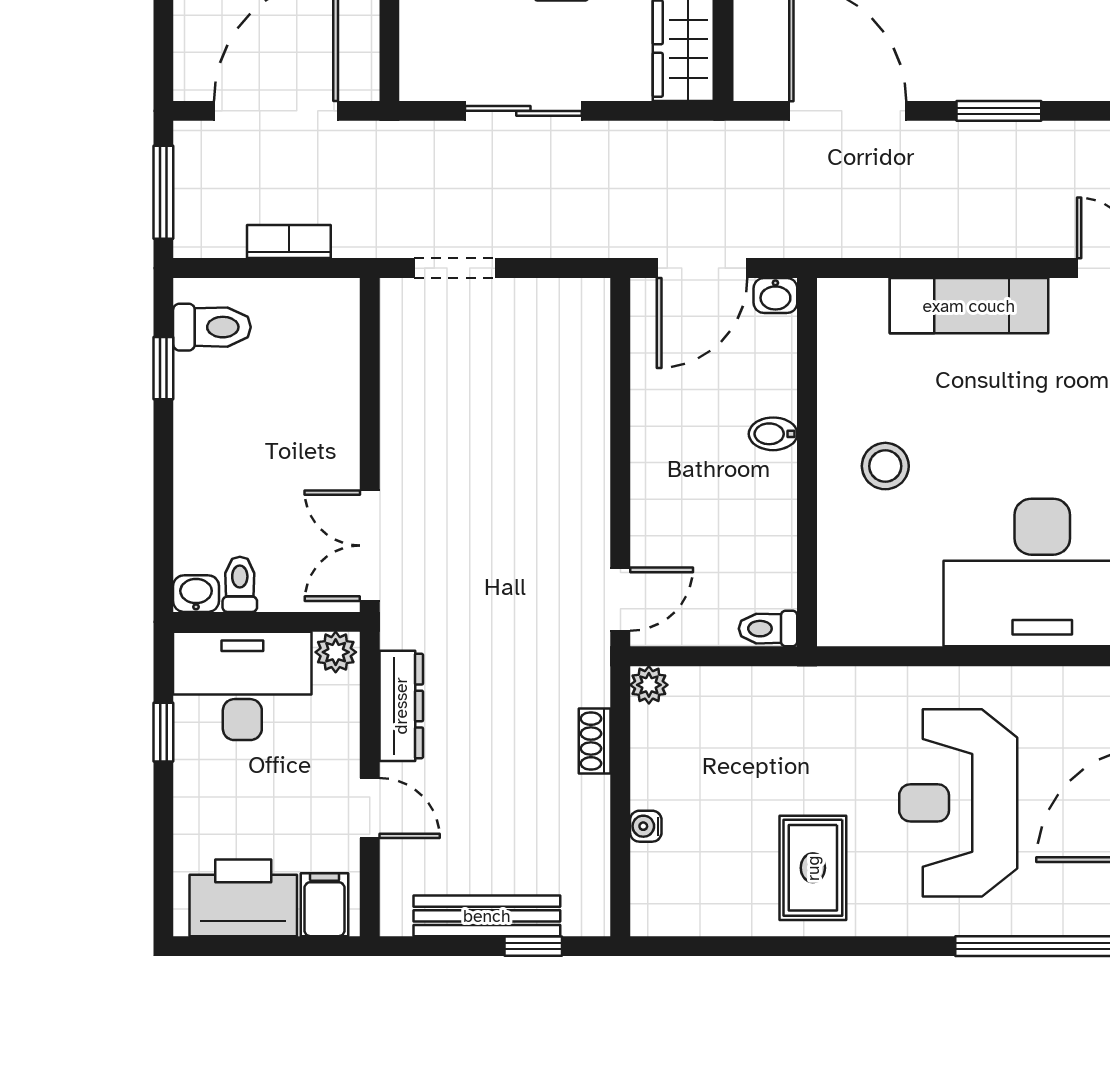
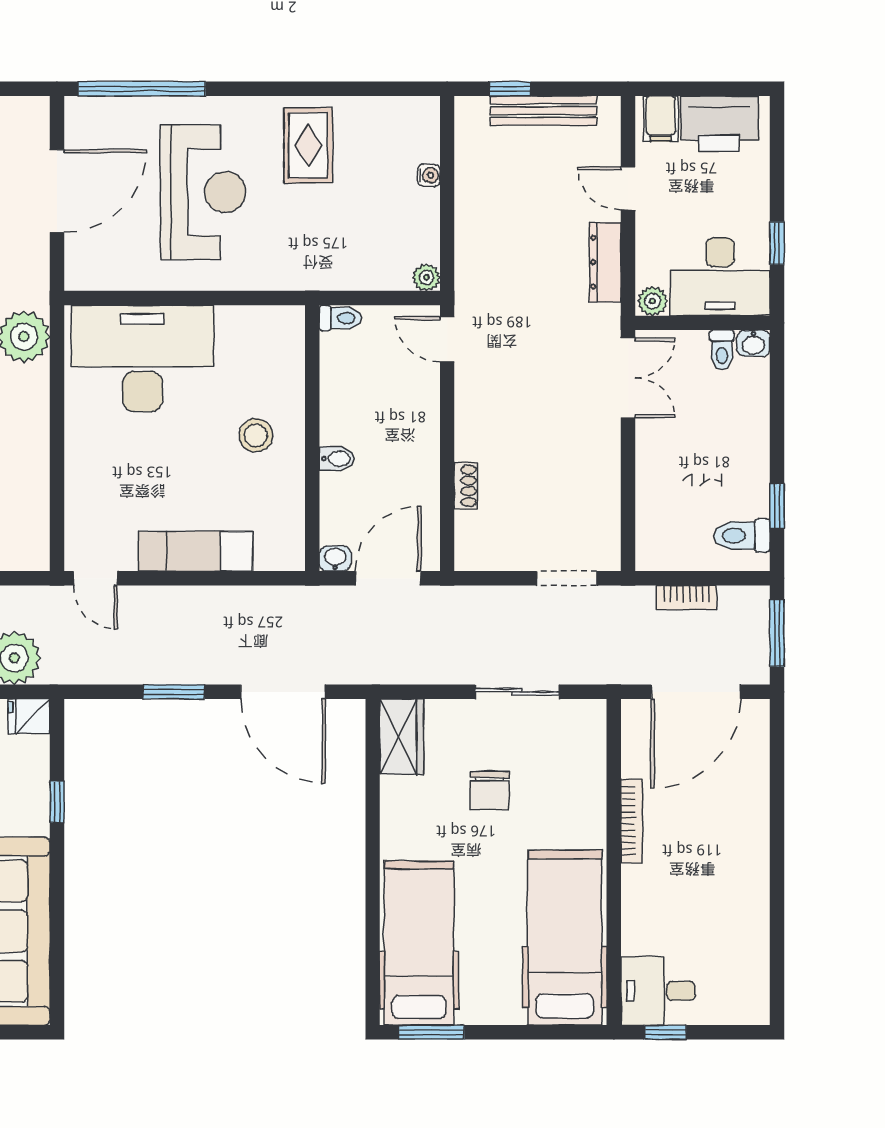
door: (620, 599) -> (447, 339), hinge flipped
shoe rack: (595, 741) -> (466, 486), moved

